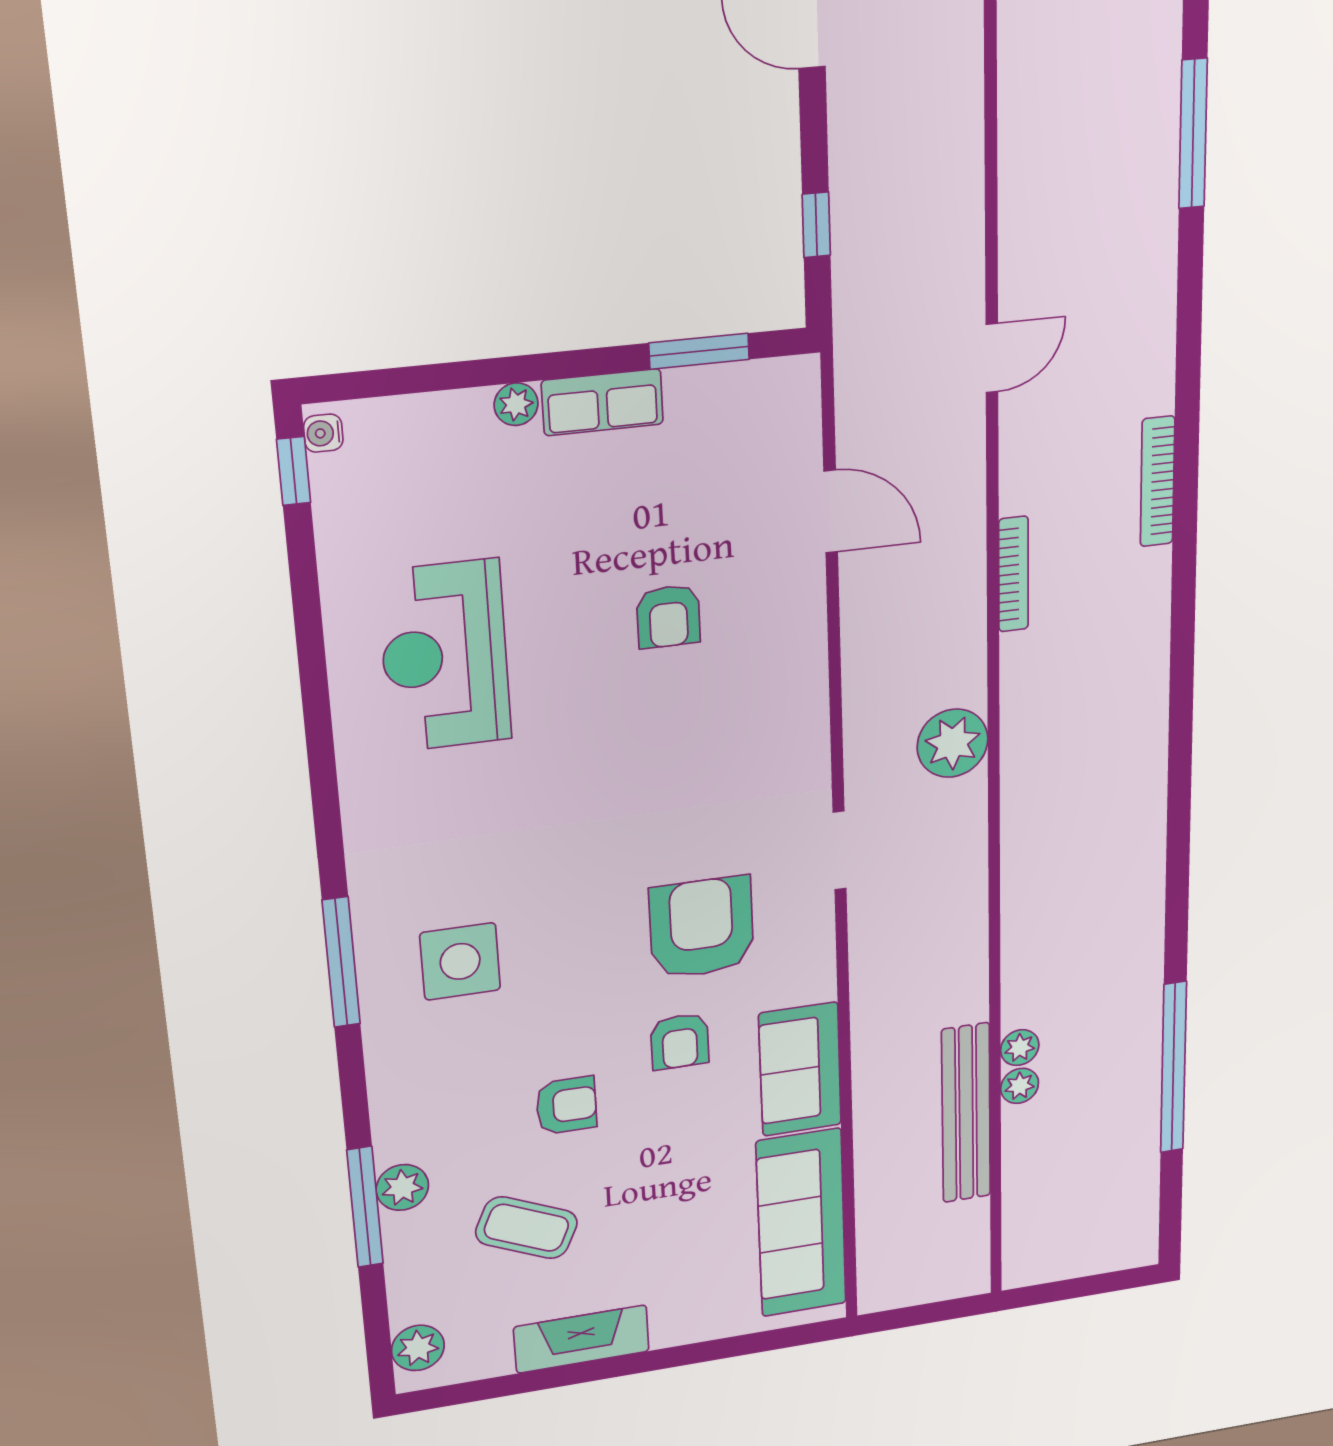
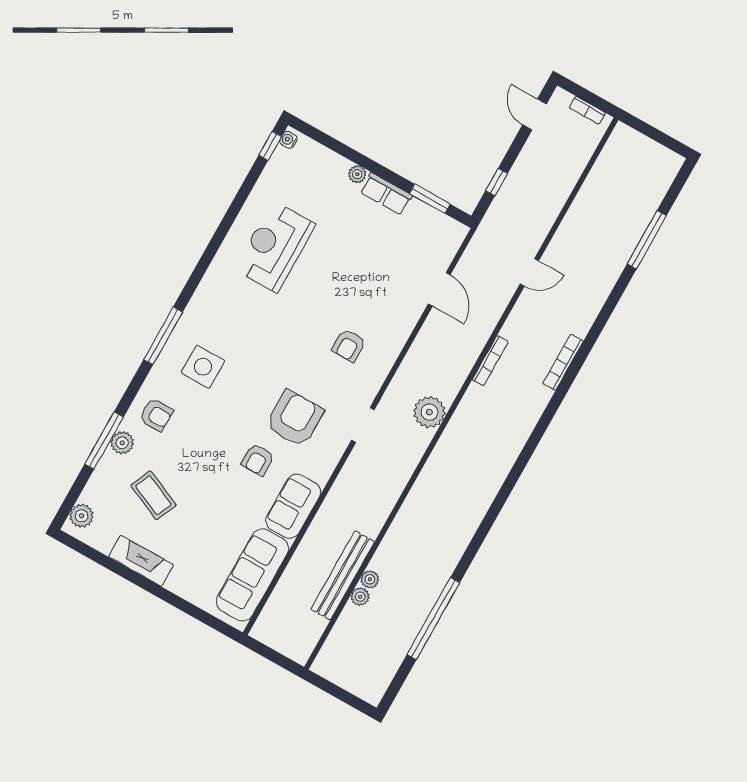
armchair: (668, 616) -> (349, 346), moved
plant: (1020, 1048) -> (360, 597), moved
armchair: (566, 1105) -> (156, 415), moved

